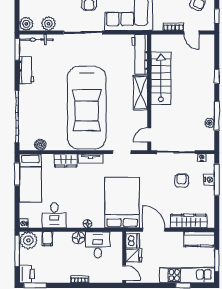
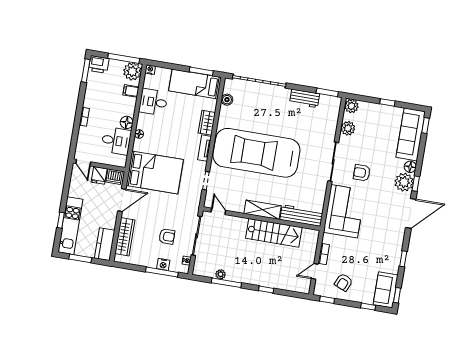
bicycle: (36, 40) -> (334, 113), removed
door: (124, 273) -> (83, 163), hinge flipped

